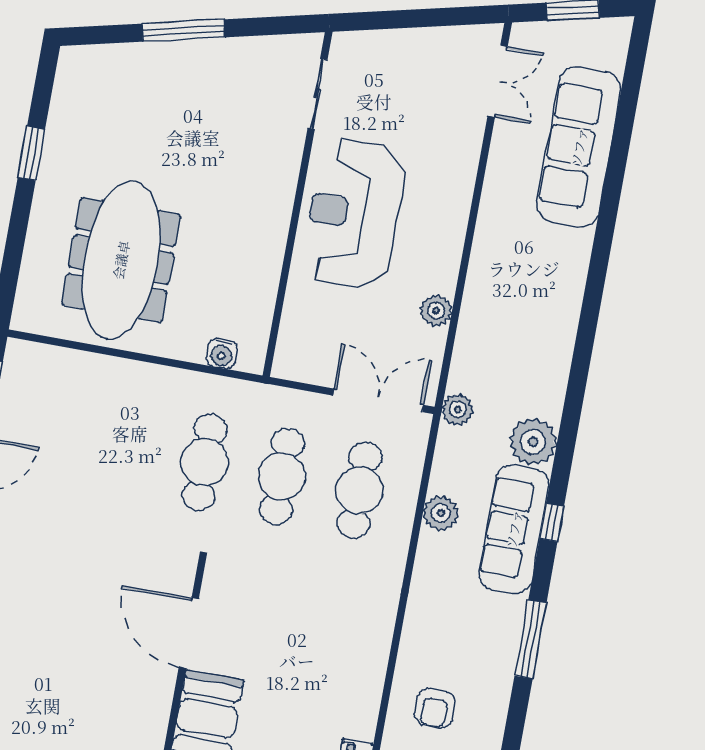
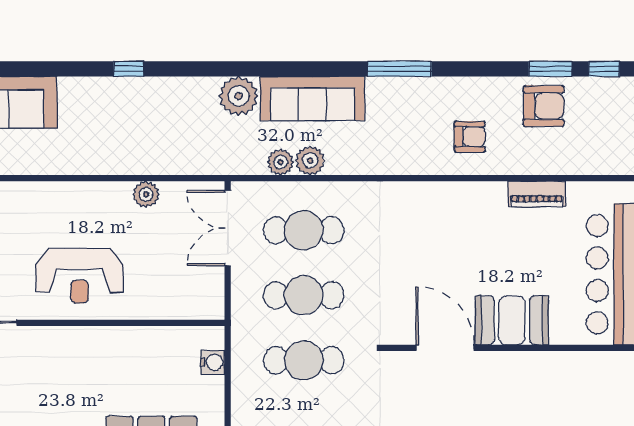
reception desk: (354, 214) -> (80, 276), width x0.74, depth x0.77
plant: (458, 409) -> (280, 162), moved
window: (552, 522) -> (129, 69), moved
door: (189, 633) -> (445, 348), swing flipped

